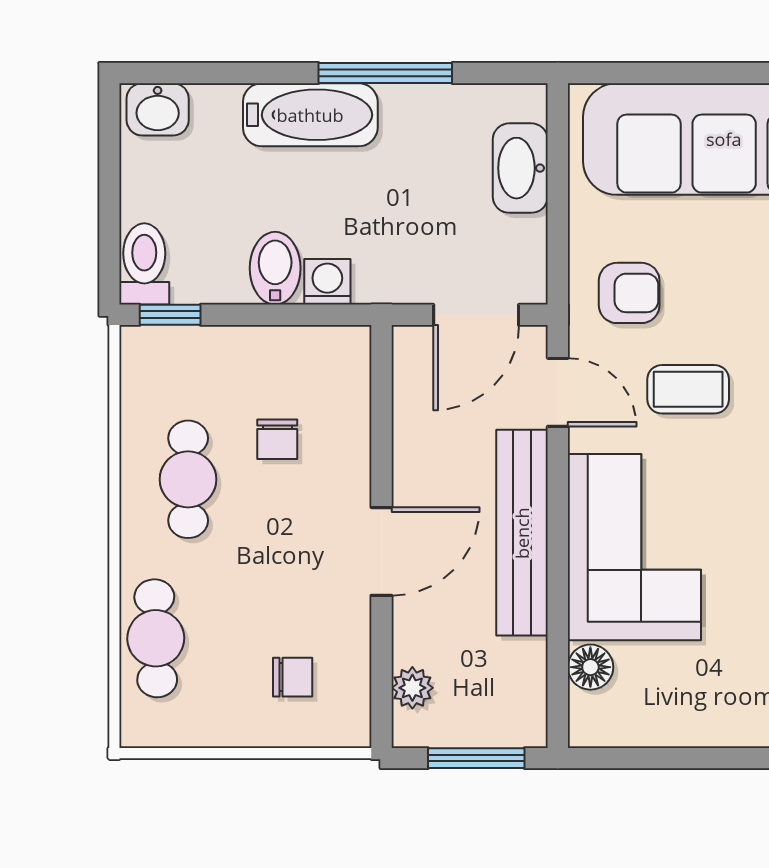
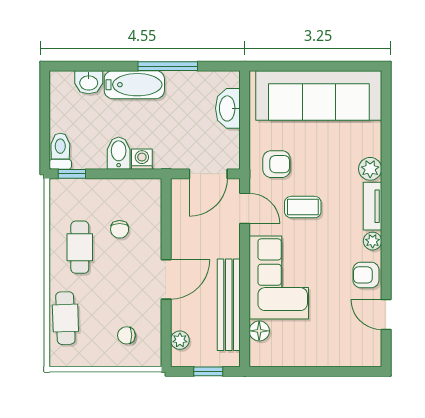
washbasin: (158, 109) -> (89, 82), moved
bench: (522, 533) -> (229, 305), moved
chair: (293, 677) -> (126, 335), turned 180
window: (476, 758) -> (208, 371), width x0.67

